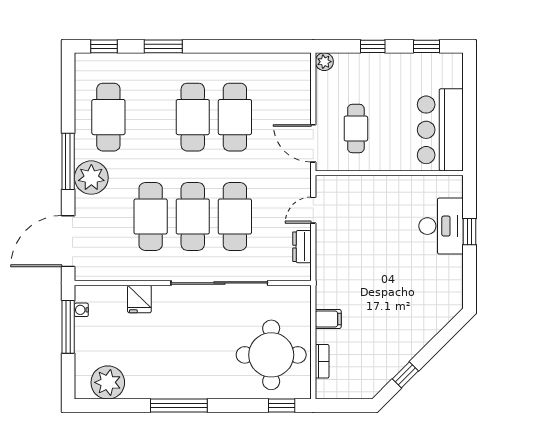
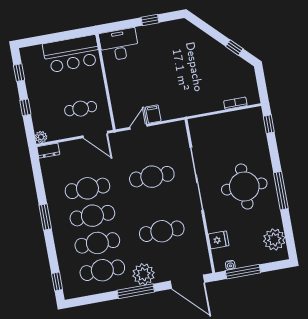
window: (163, 46) -> (45, 217), moved
door: (313, 143) -> (95, 135), hinge flipped
door: (313, 210) -> (138, 127), swing flipped
cafe table: (193, 216) -> (97, 243), moved
desk: (441, 226) -> (119, 45), moved
window: (470, 232) -> (150, 20), moved
dresser: (302, 247) -> (48, 151), moved
fridge: (139, 299) -> (219, 240), moved
filing cabinet: (328, 319) -> (153, 114), moved
round table: (271, 355) -> (244, 186), moved

